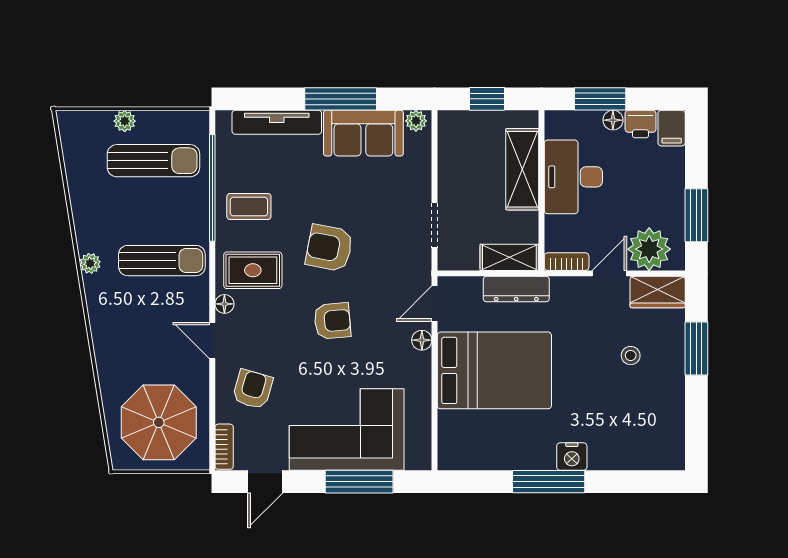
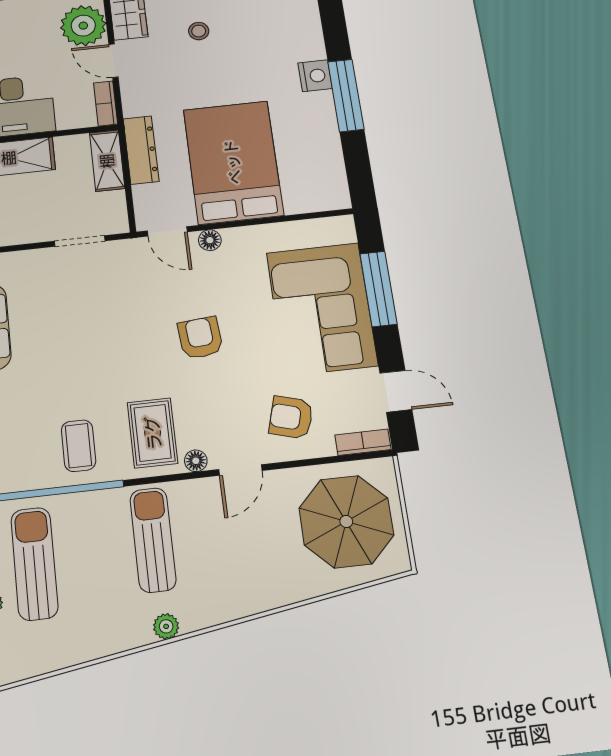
armchair: (329, 248) -> (117, 351), removed

